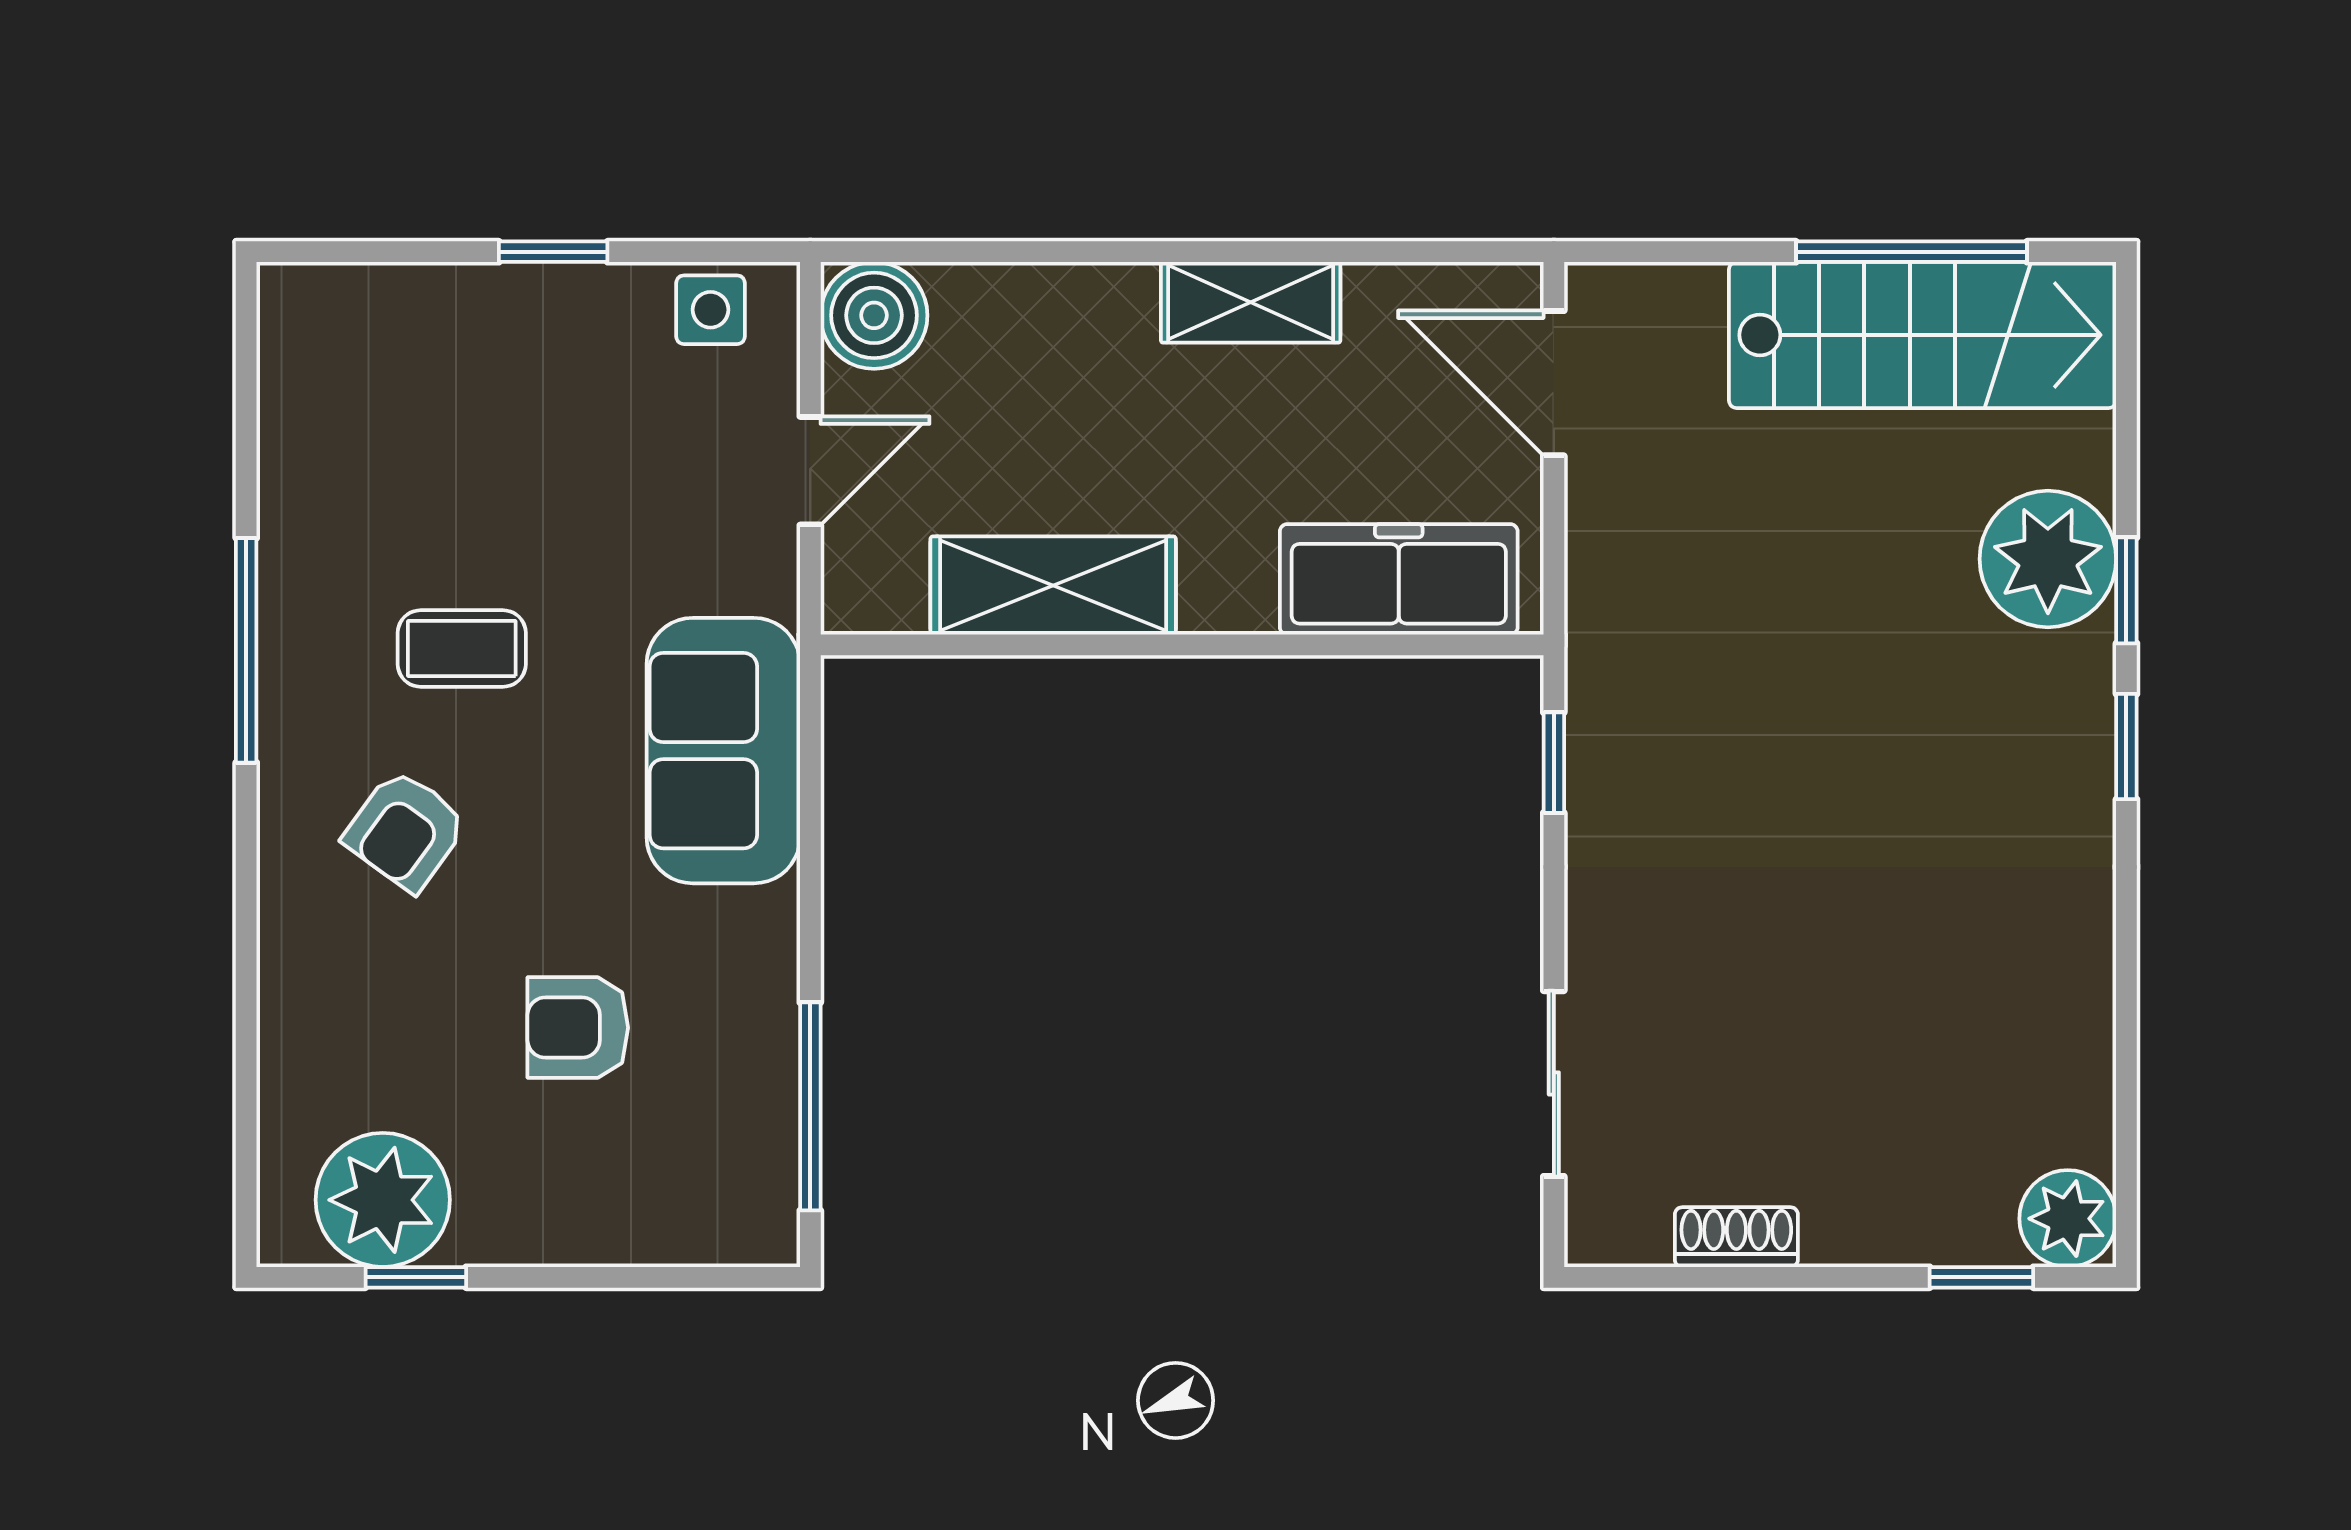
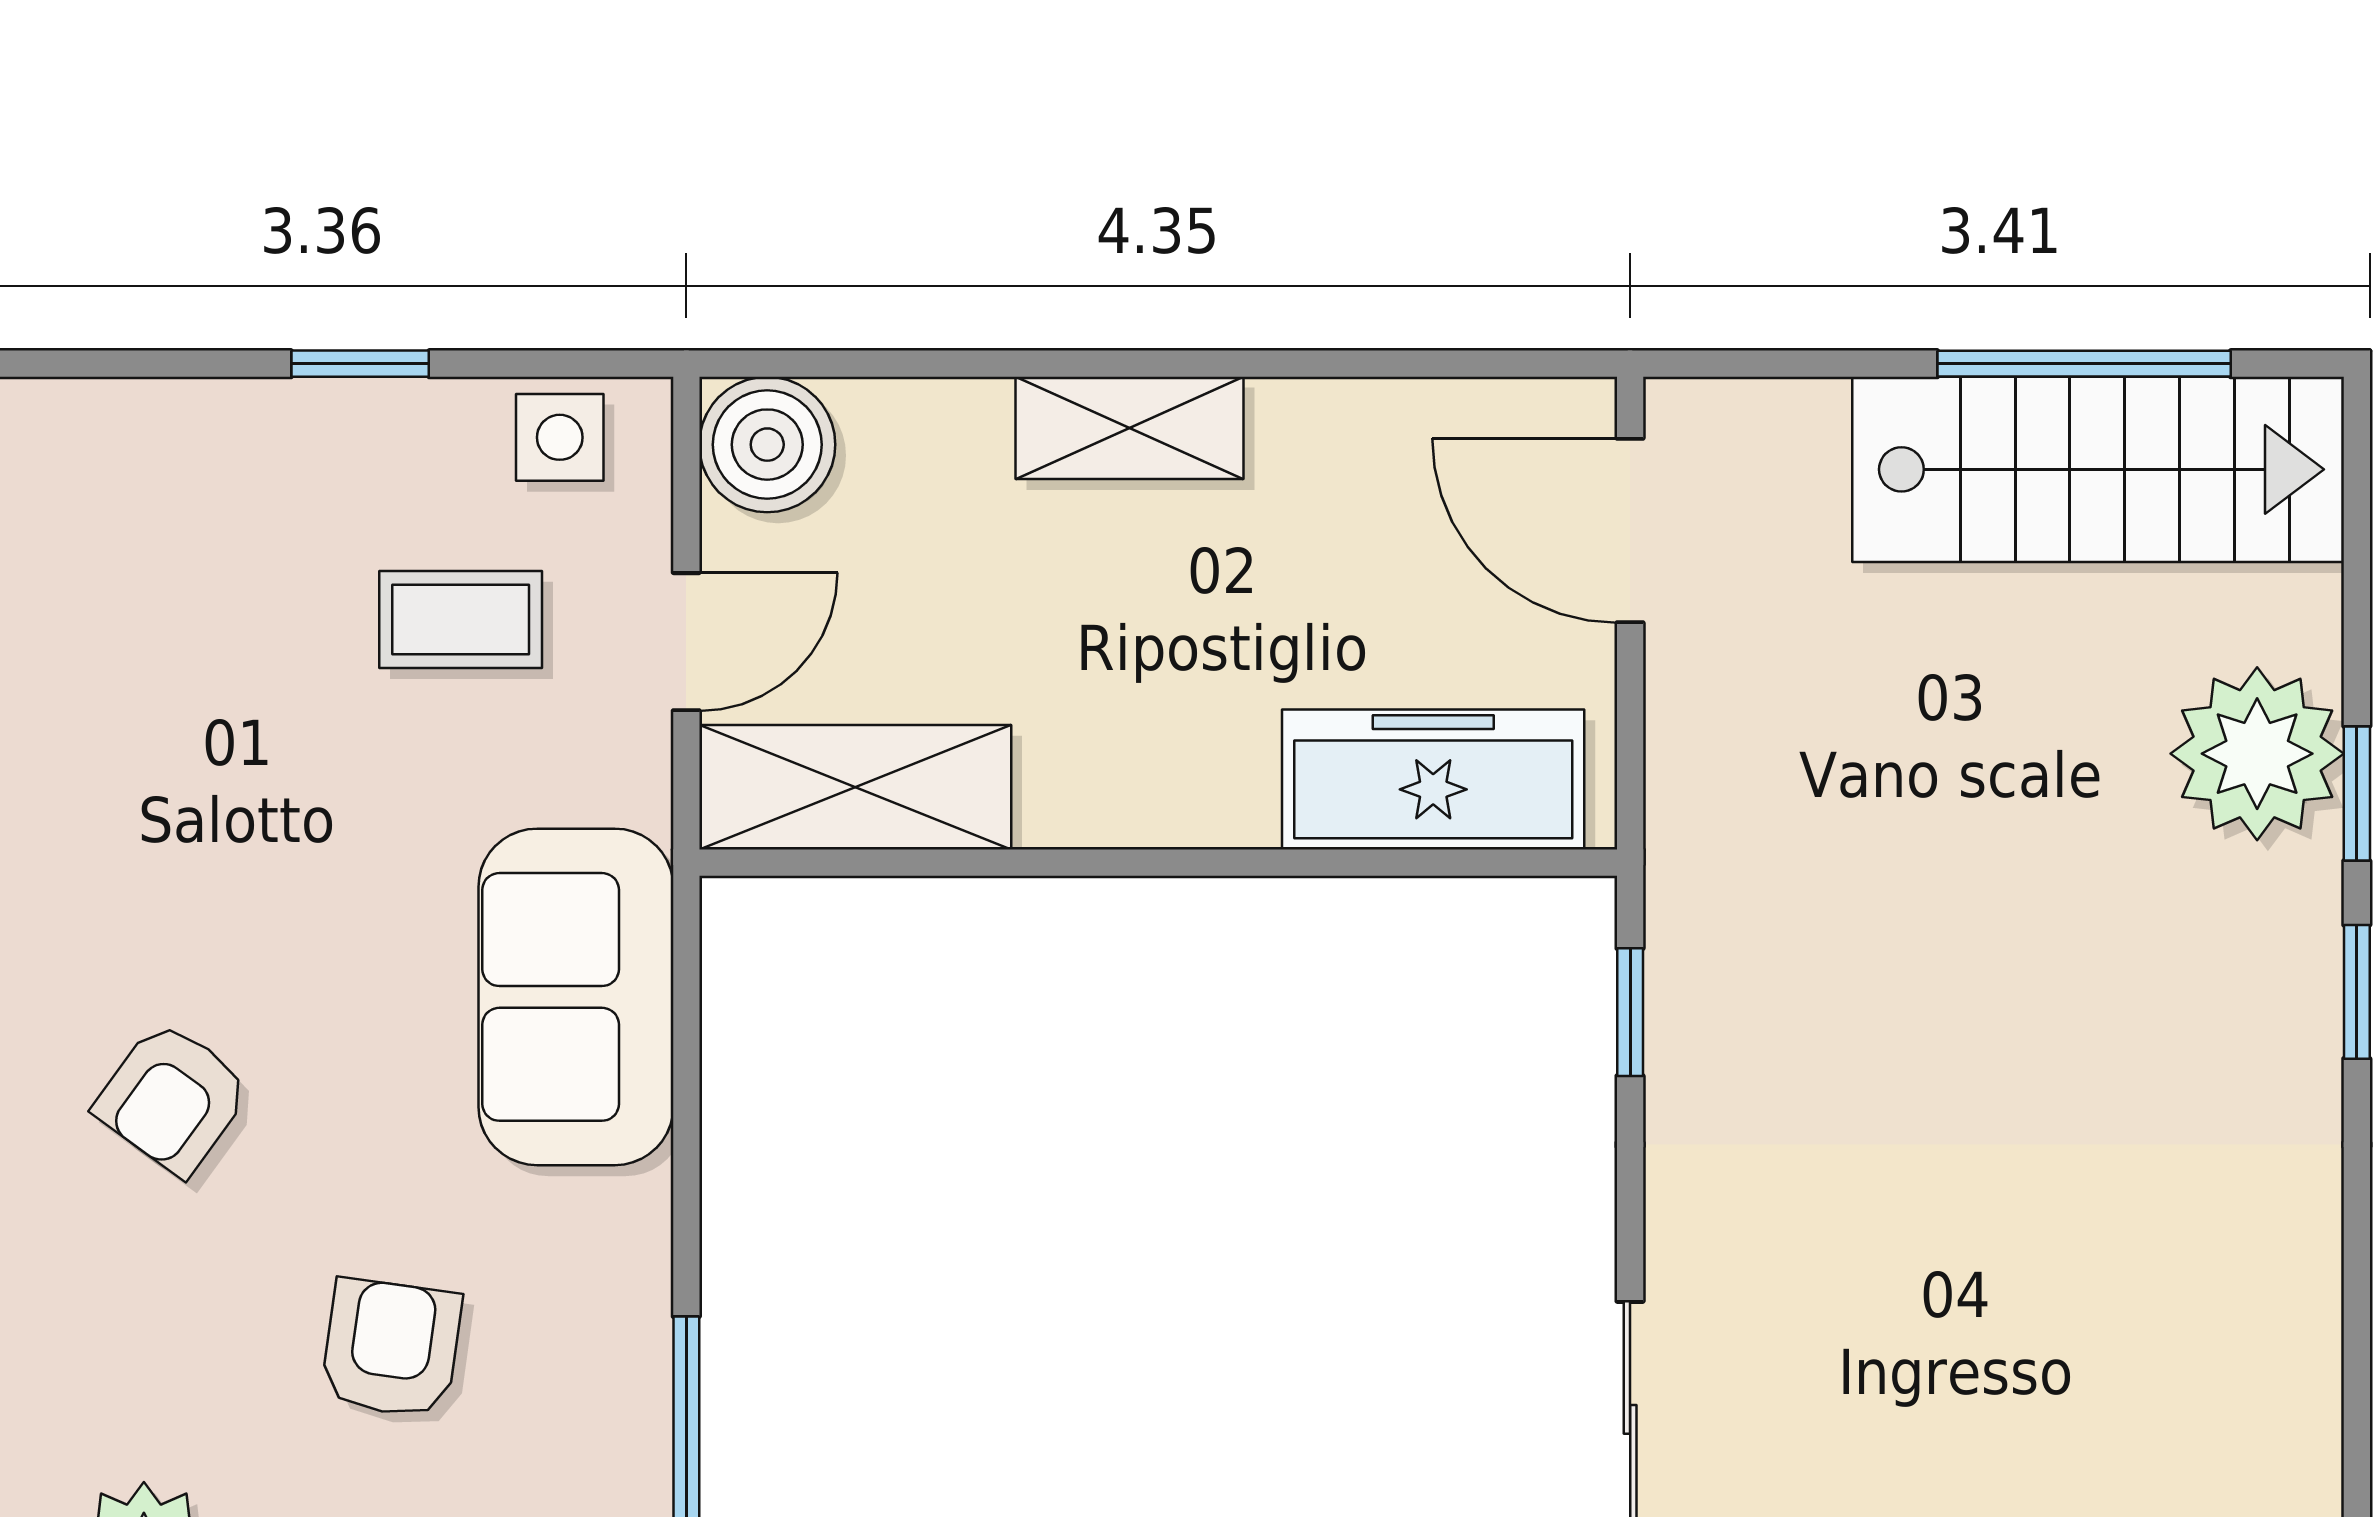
shelving: (1251, 302) -> (1130, 428), moved
shelving: (1053, 585) -> (855, 787), moved
coffee table: (462, 648) -> (461, 620), moved
armchair: (578, 1028) -> (391, 1348), turned 98

